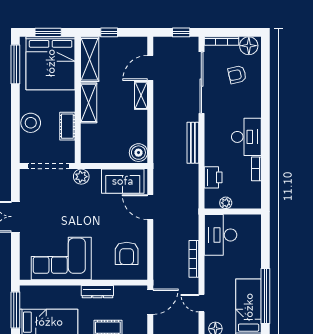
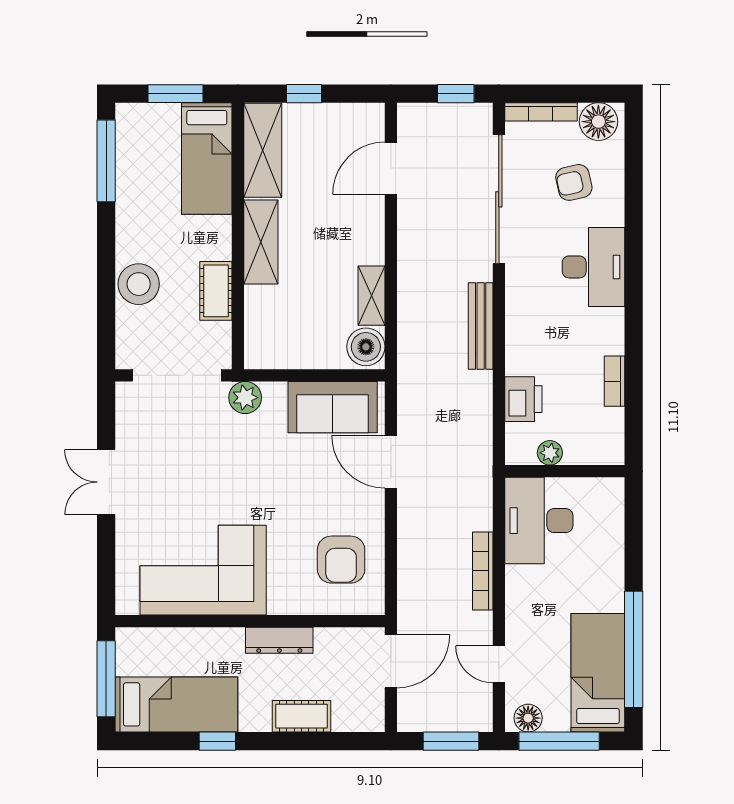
bed: (51, 63) -> (207, 158), width x0.49
shelving: (141, 95) -> (371, 296), moved
desk: (246, 137) -> (594, 267), moved

